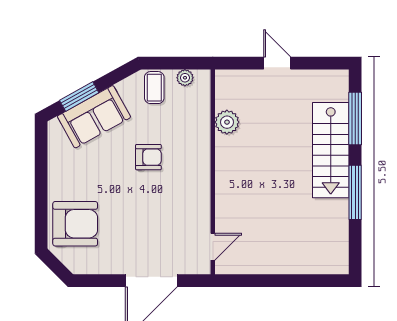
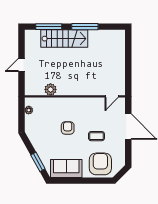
coffee table: (154, 88) -> (96, 136), moved
sofa: (94, 117) -> (66, 168), moved, turned -61
door: (213, 247) -> (112, 96), swing flipped

